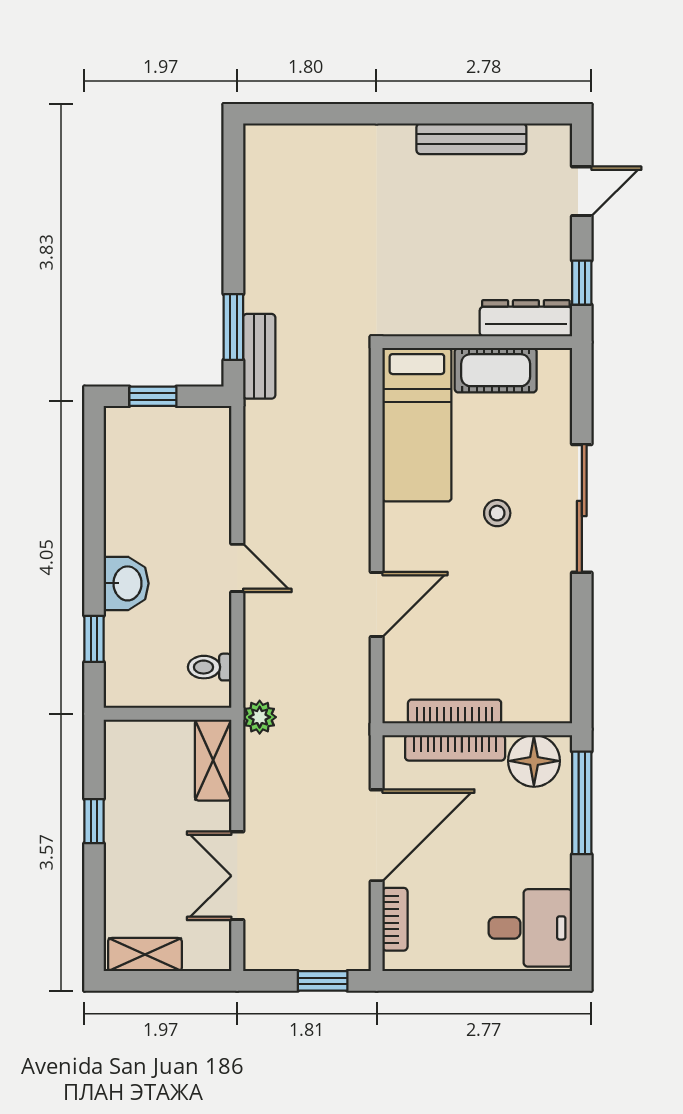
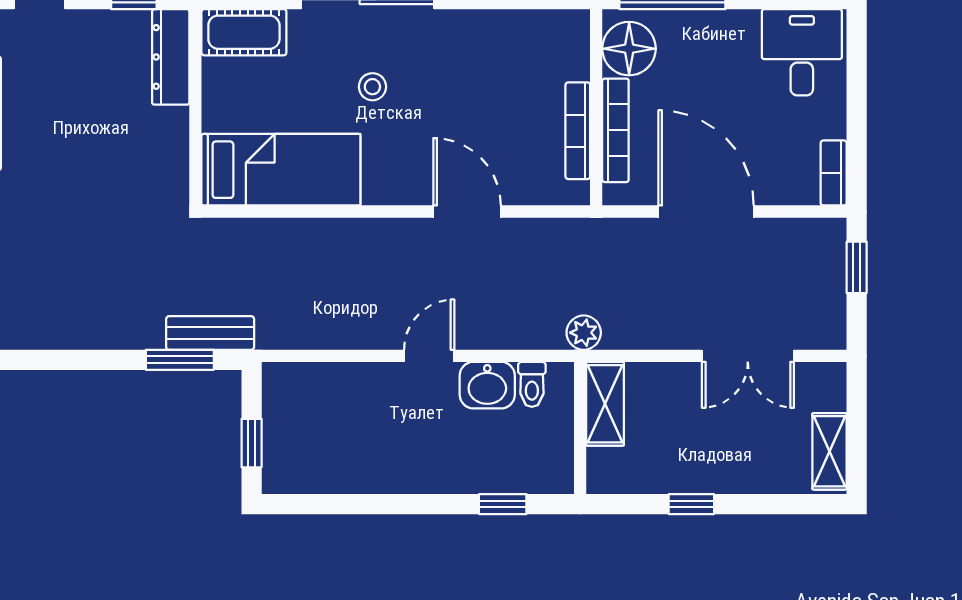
cot: (496, 370) -> (244, 32), moved, turned 90
washbasin: (126, 583) -> (487, 385), moved, turned 180
shelving: (213, 760) -> (605, 404), moved, turned 90
bookcase: (395, 919) -> (834, 173), moved, turned -90

